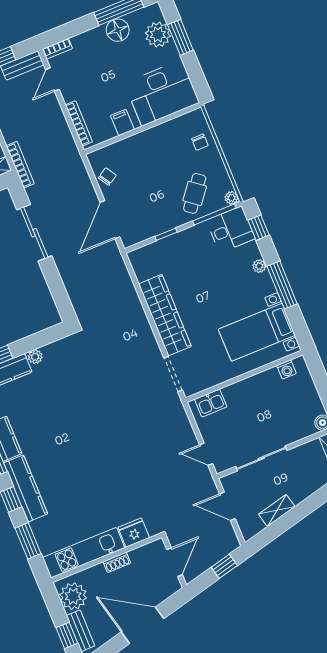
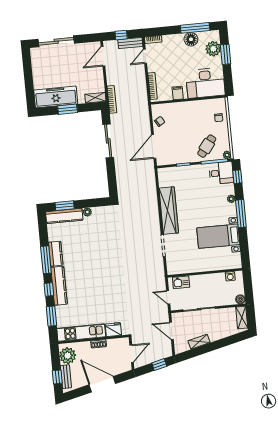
washing machine: (286, 369) -> (230, 276), moved
wall: (244, 376) -> (205, 273), moved
kitchen sink: (211, 403) -> (181, 282), moved

